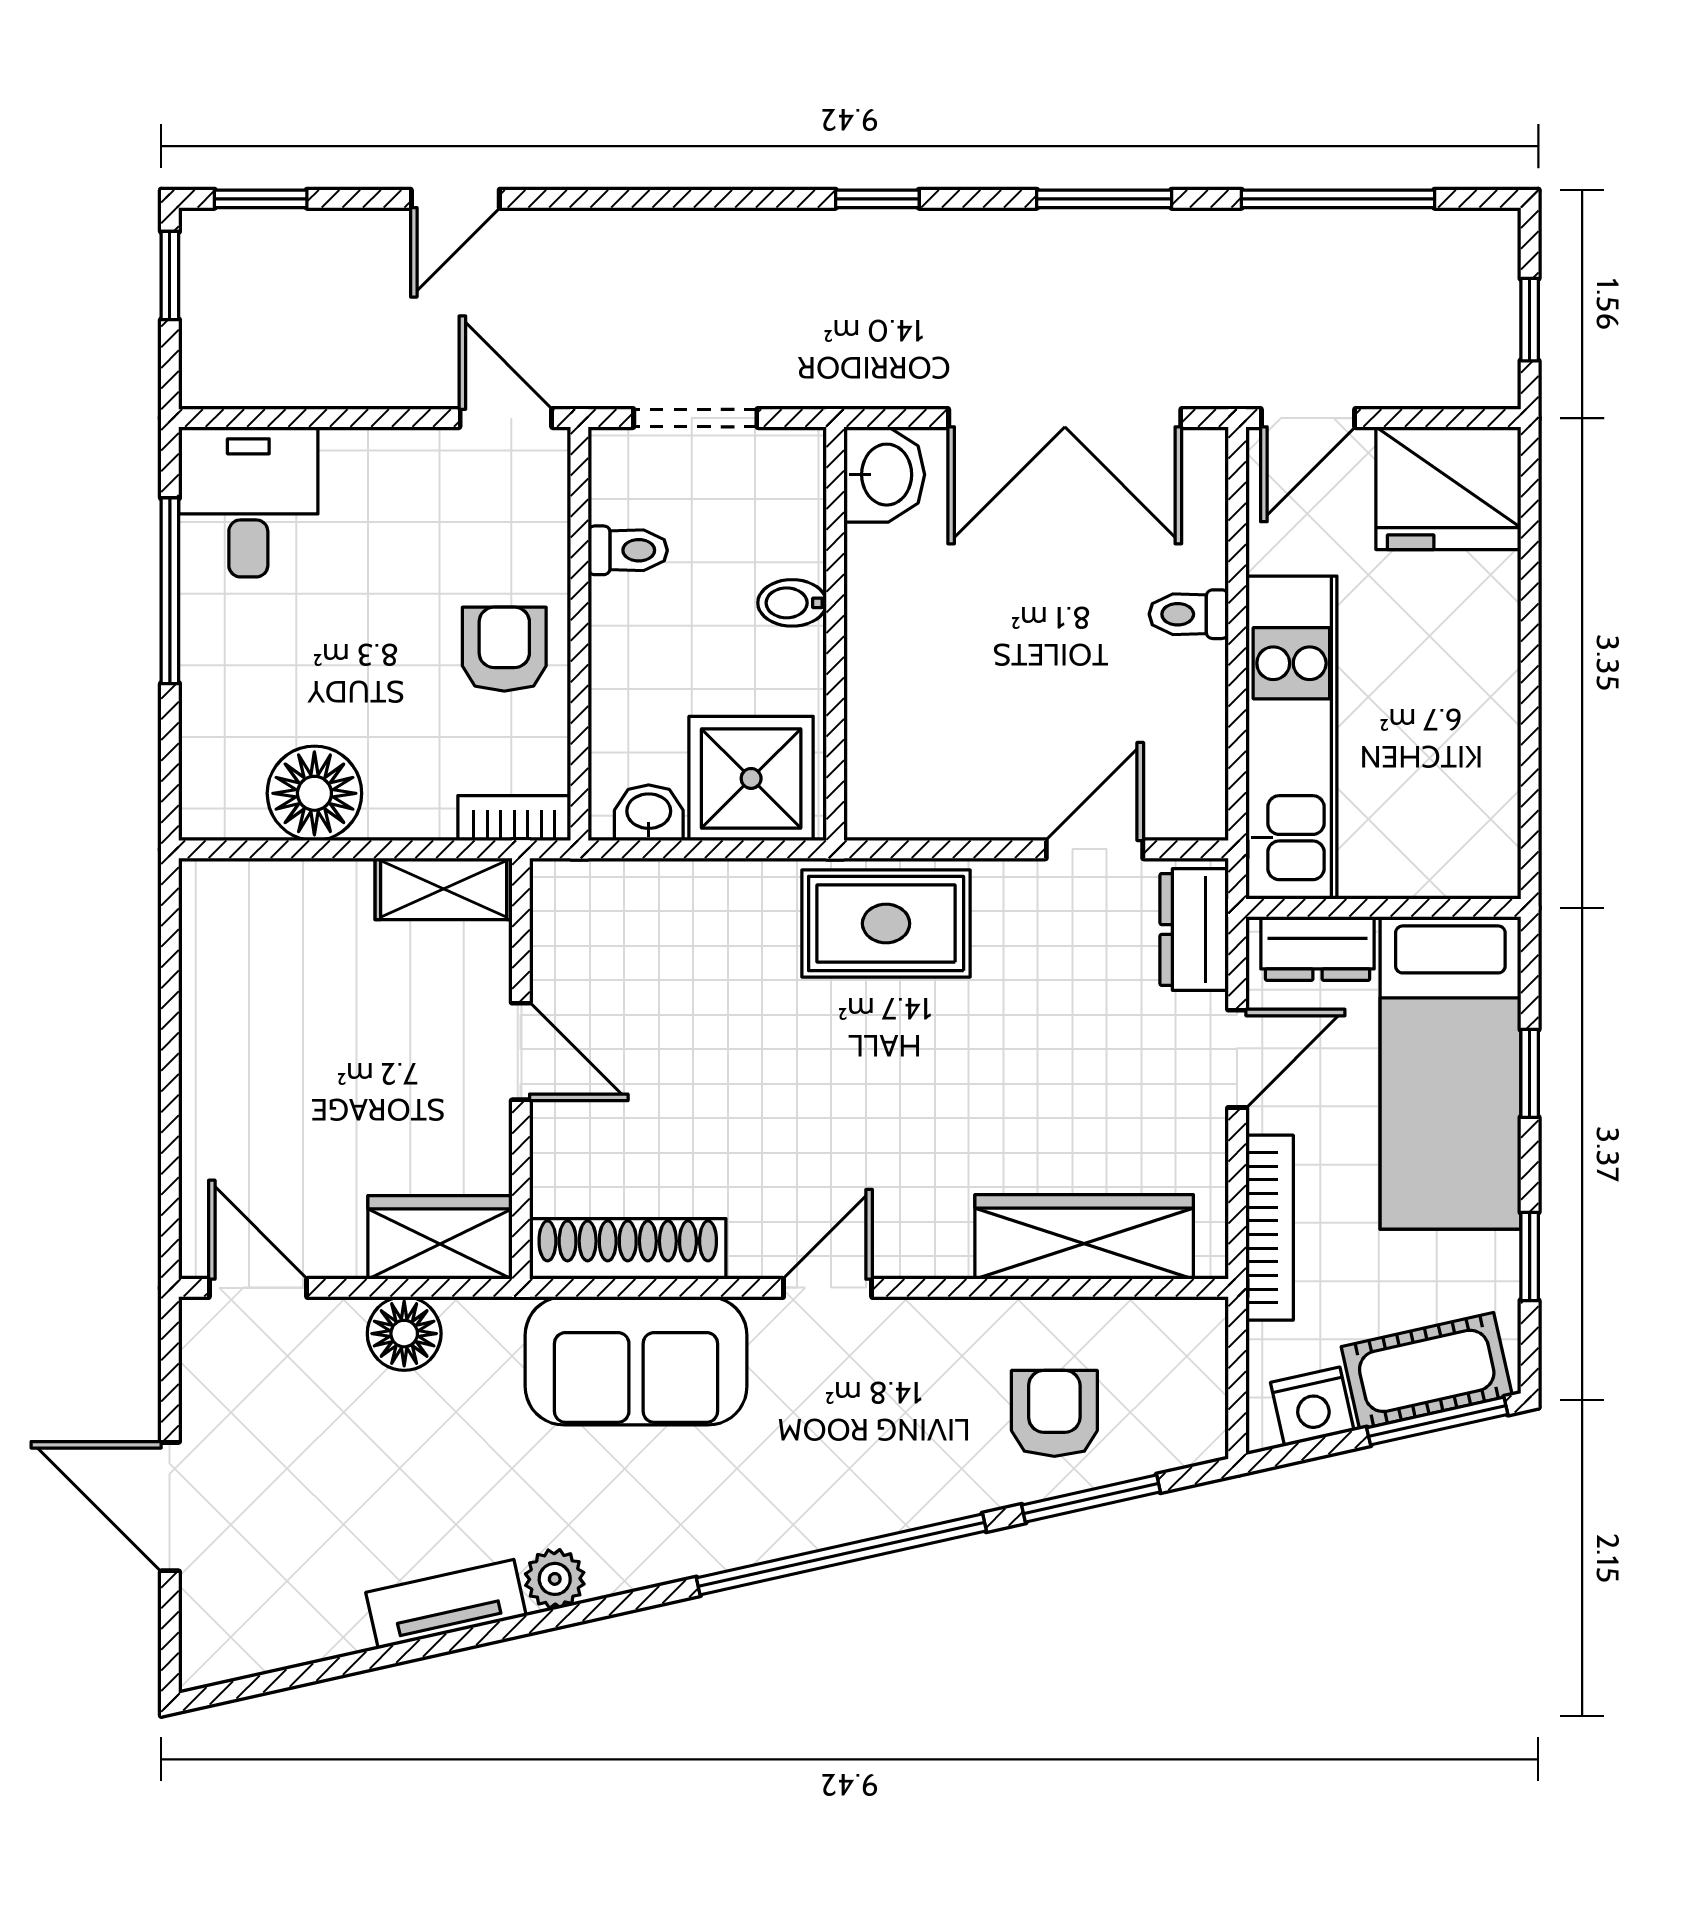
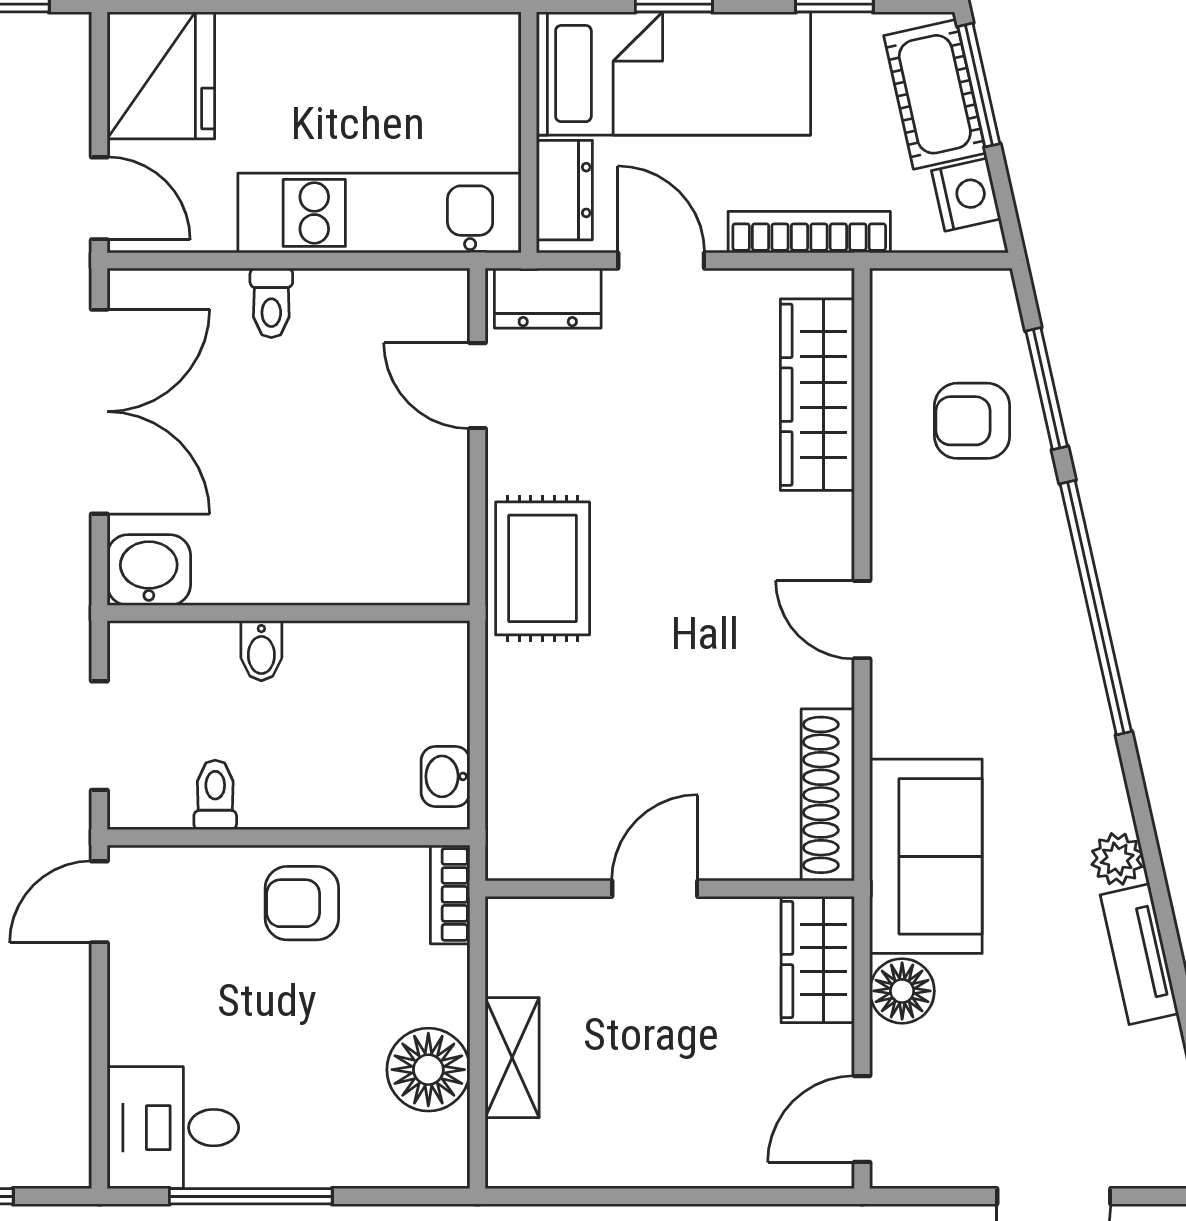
shower: (751, 778) -> (415, 687), removed
shelving: (444, 889) -> (512, 1058), moved
sofa: (636, 1361) -> (926, 856), moved

